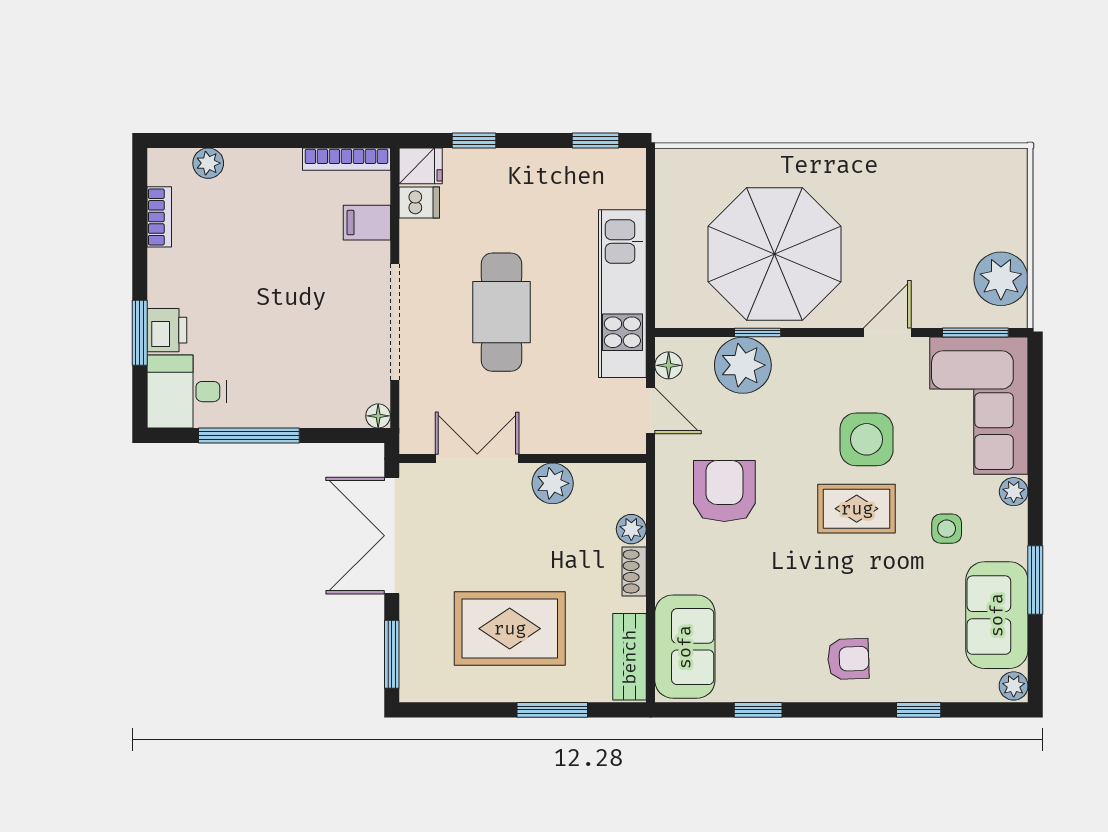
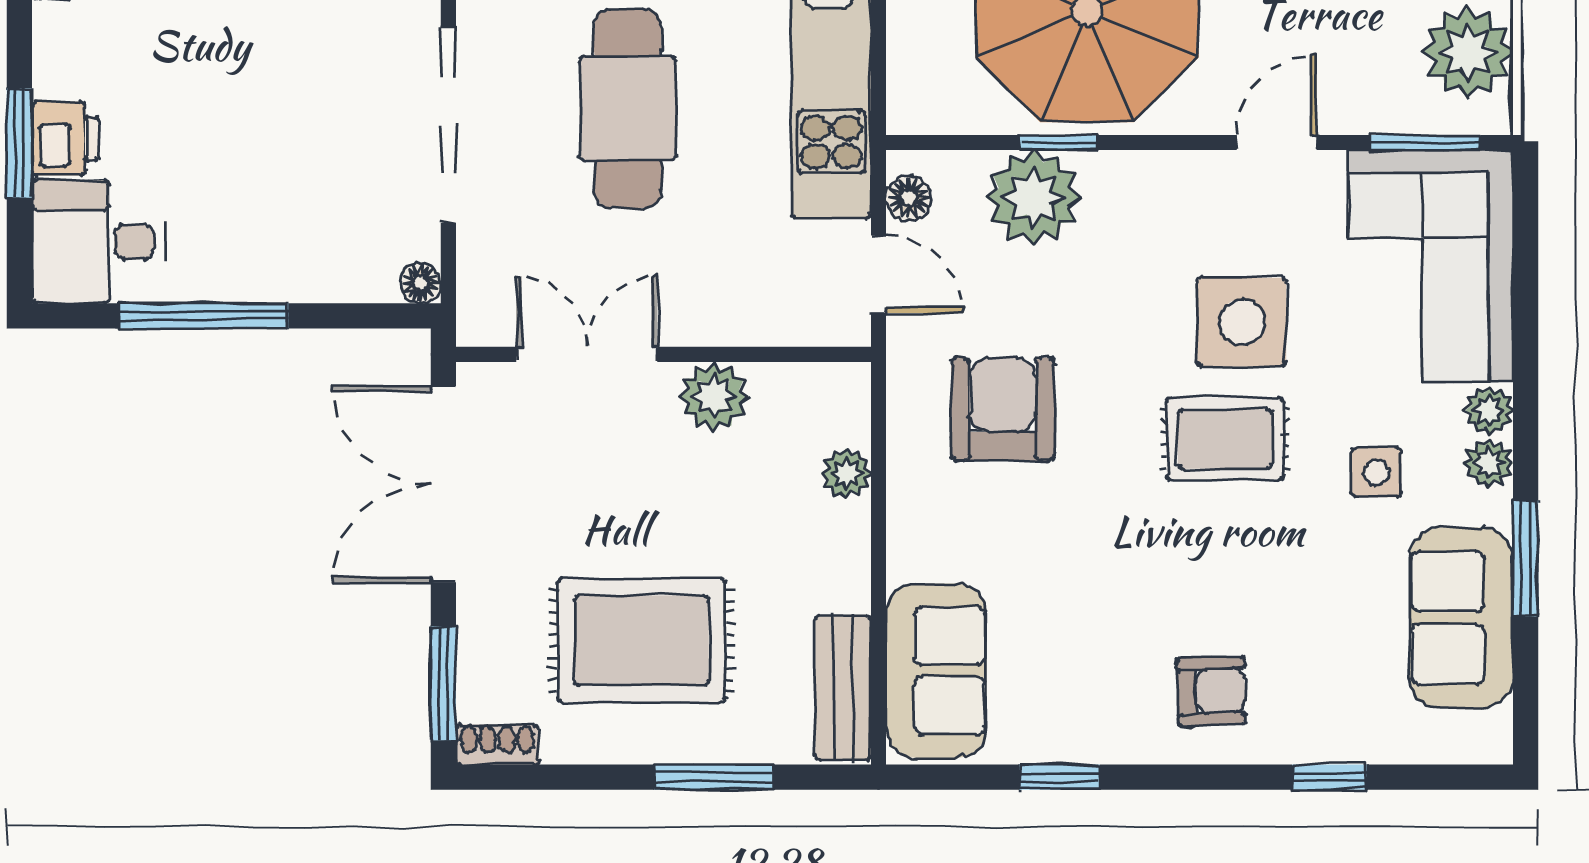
shoe rack: (634, 571) -> (497, 745), moved, turned 90
plant: (1014, 686) -> (1489, 463), moved

